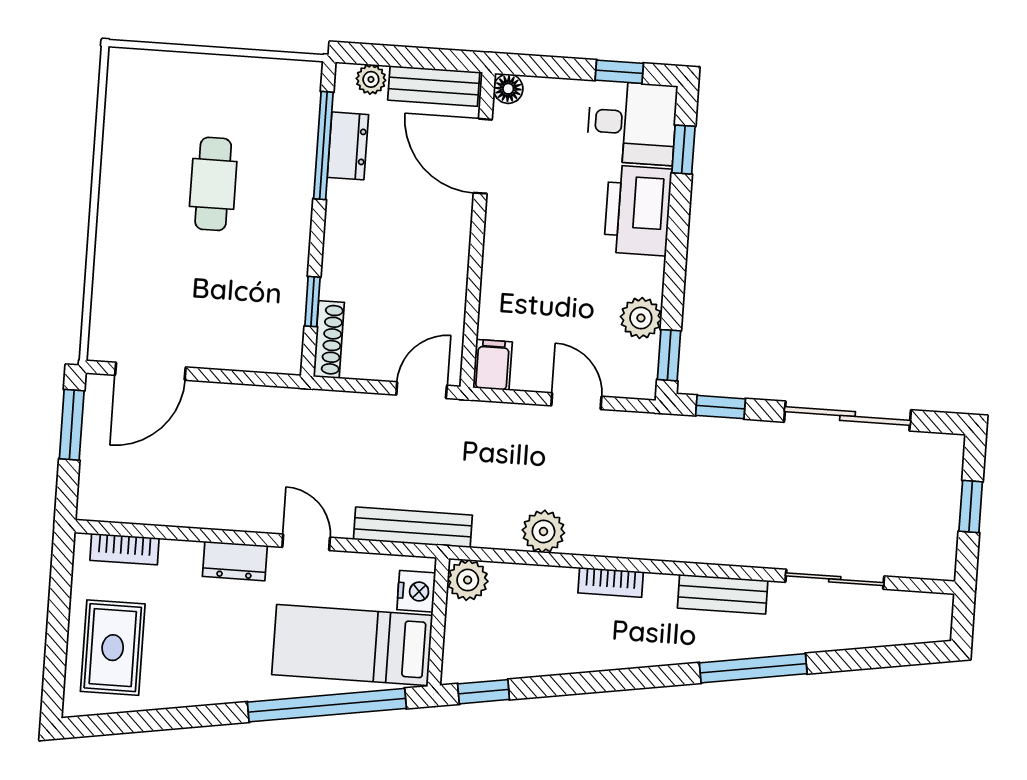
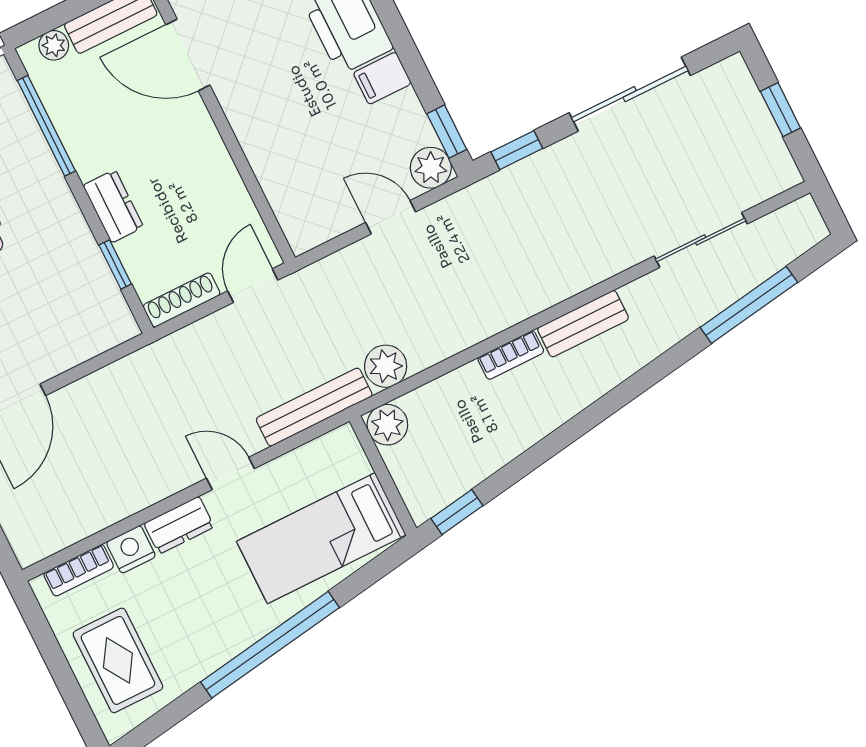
dresser: (348, 146) -> (113, 206), moved
plant: (641, 318) -> (431, 168), moved
shoe rack: (329, 339) -> (182, 300), moved, turned -90
filing cabinet: (492, 365) -> (382, 78), moved, turned -90
plant: (543, 531) -> (386, 366), moved
nightstand: (416, 591) -> (131, 549), moved, turned -90
bench: (723, 594) -> (583, 324), moved
window: (753, 668) -> (749, 305), moved
window: (327, 705) -> (270, 645), moved

